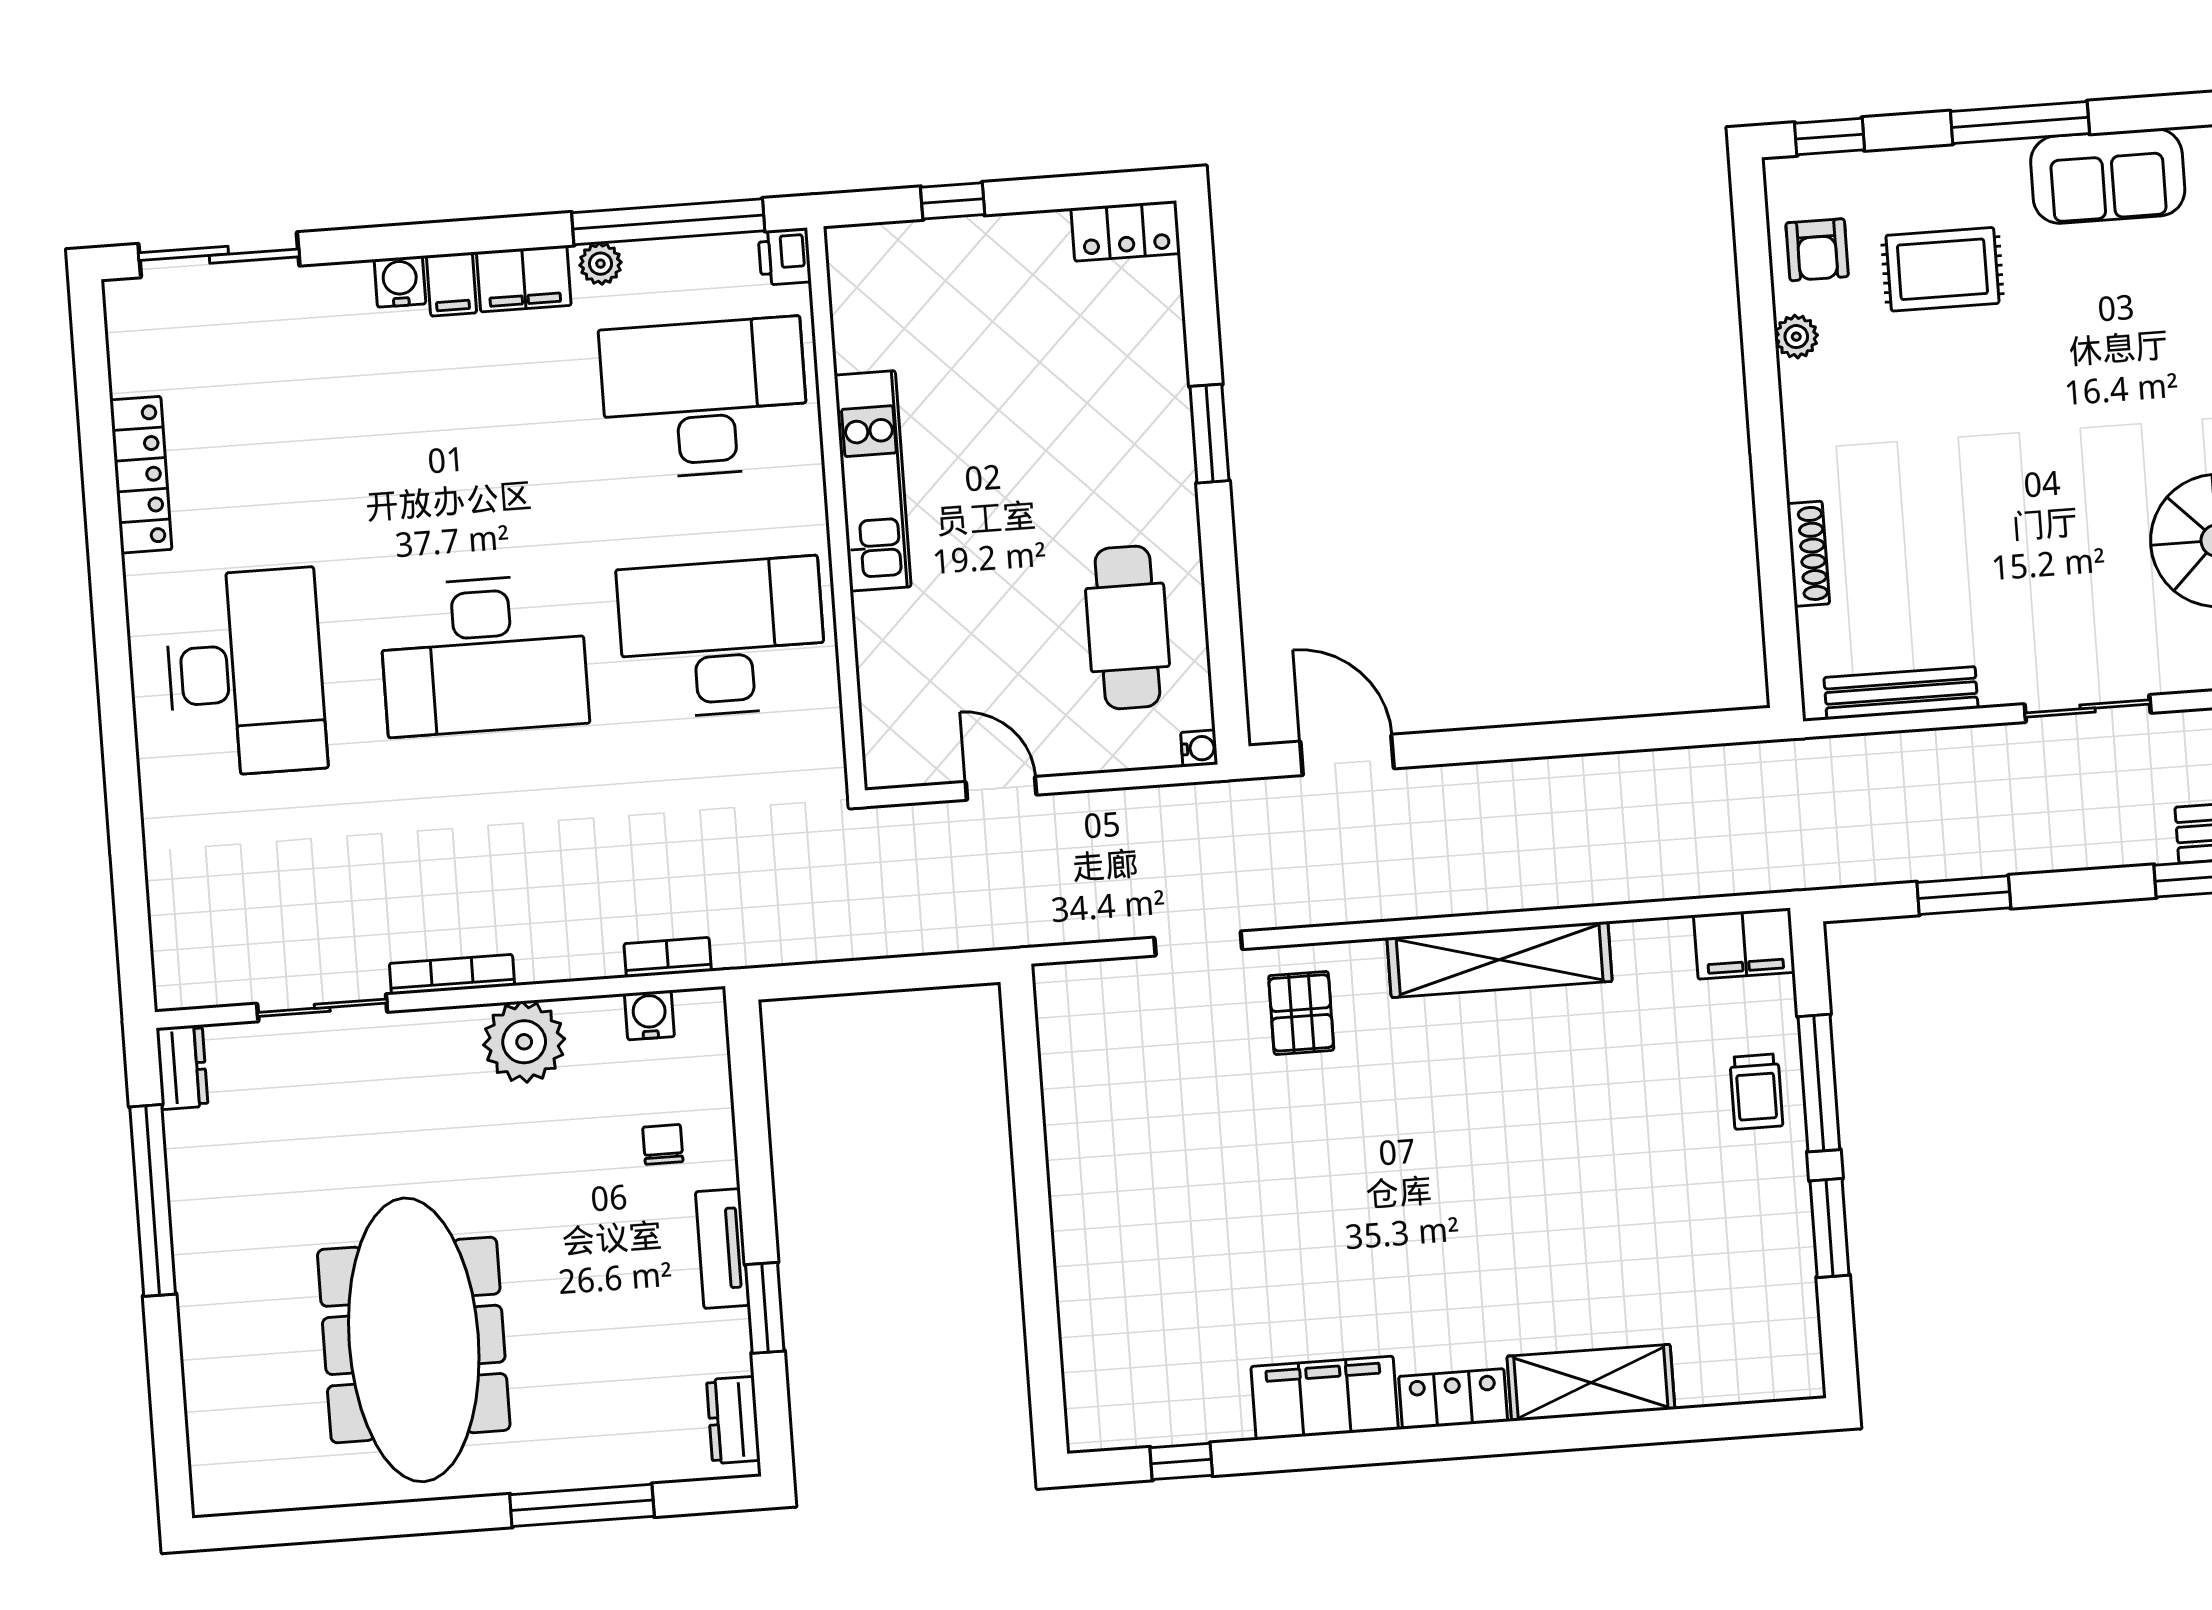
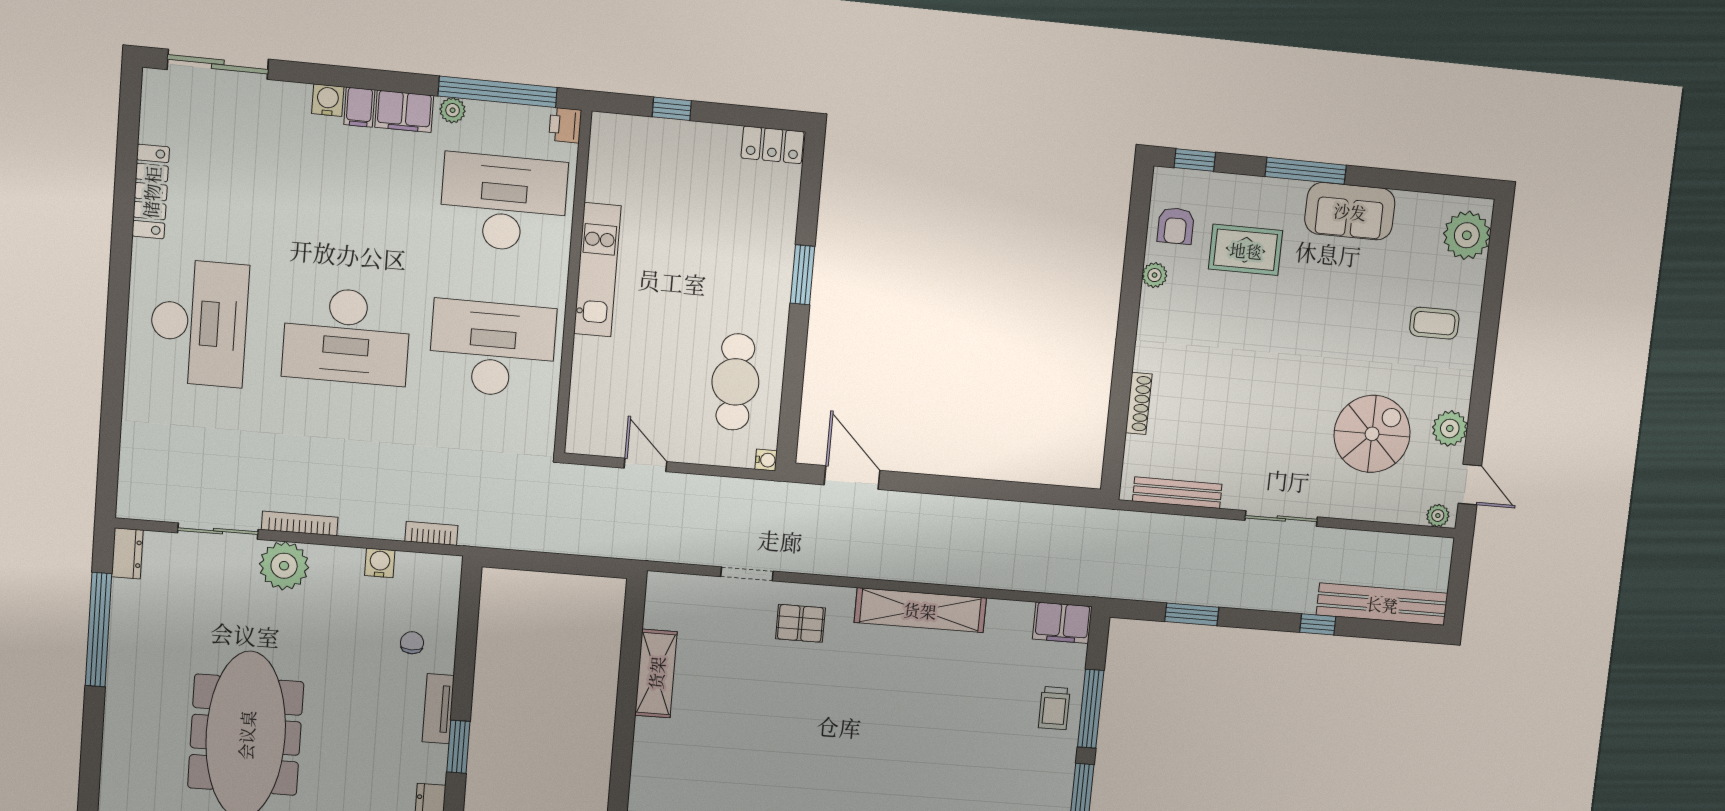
pallet: (1301, 1013) -> (800, 623), turned 90
water cooler: (649, 1015) -> (380, 563), moved
plant: (524, 1042) -> (284, 566), moved
shelving: (1073, 1135) -> (656, 673), added

